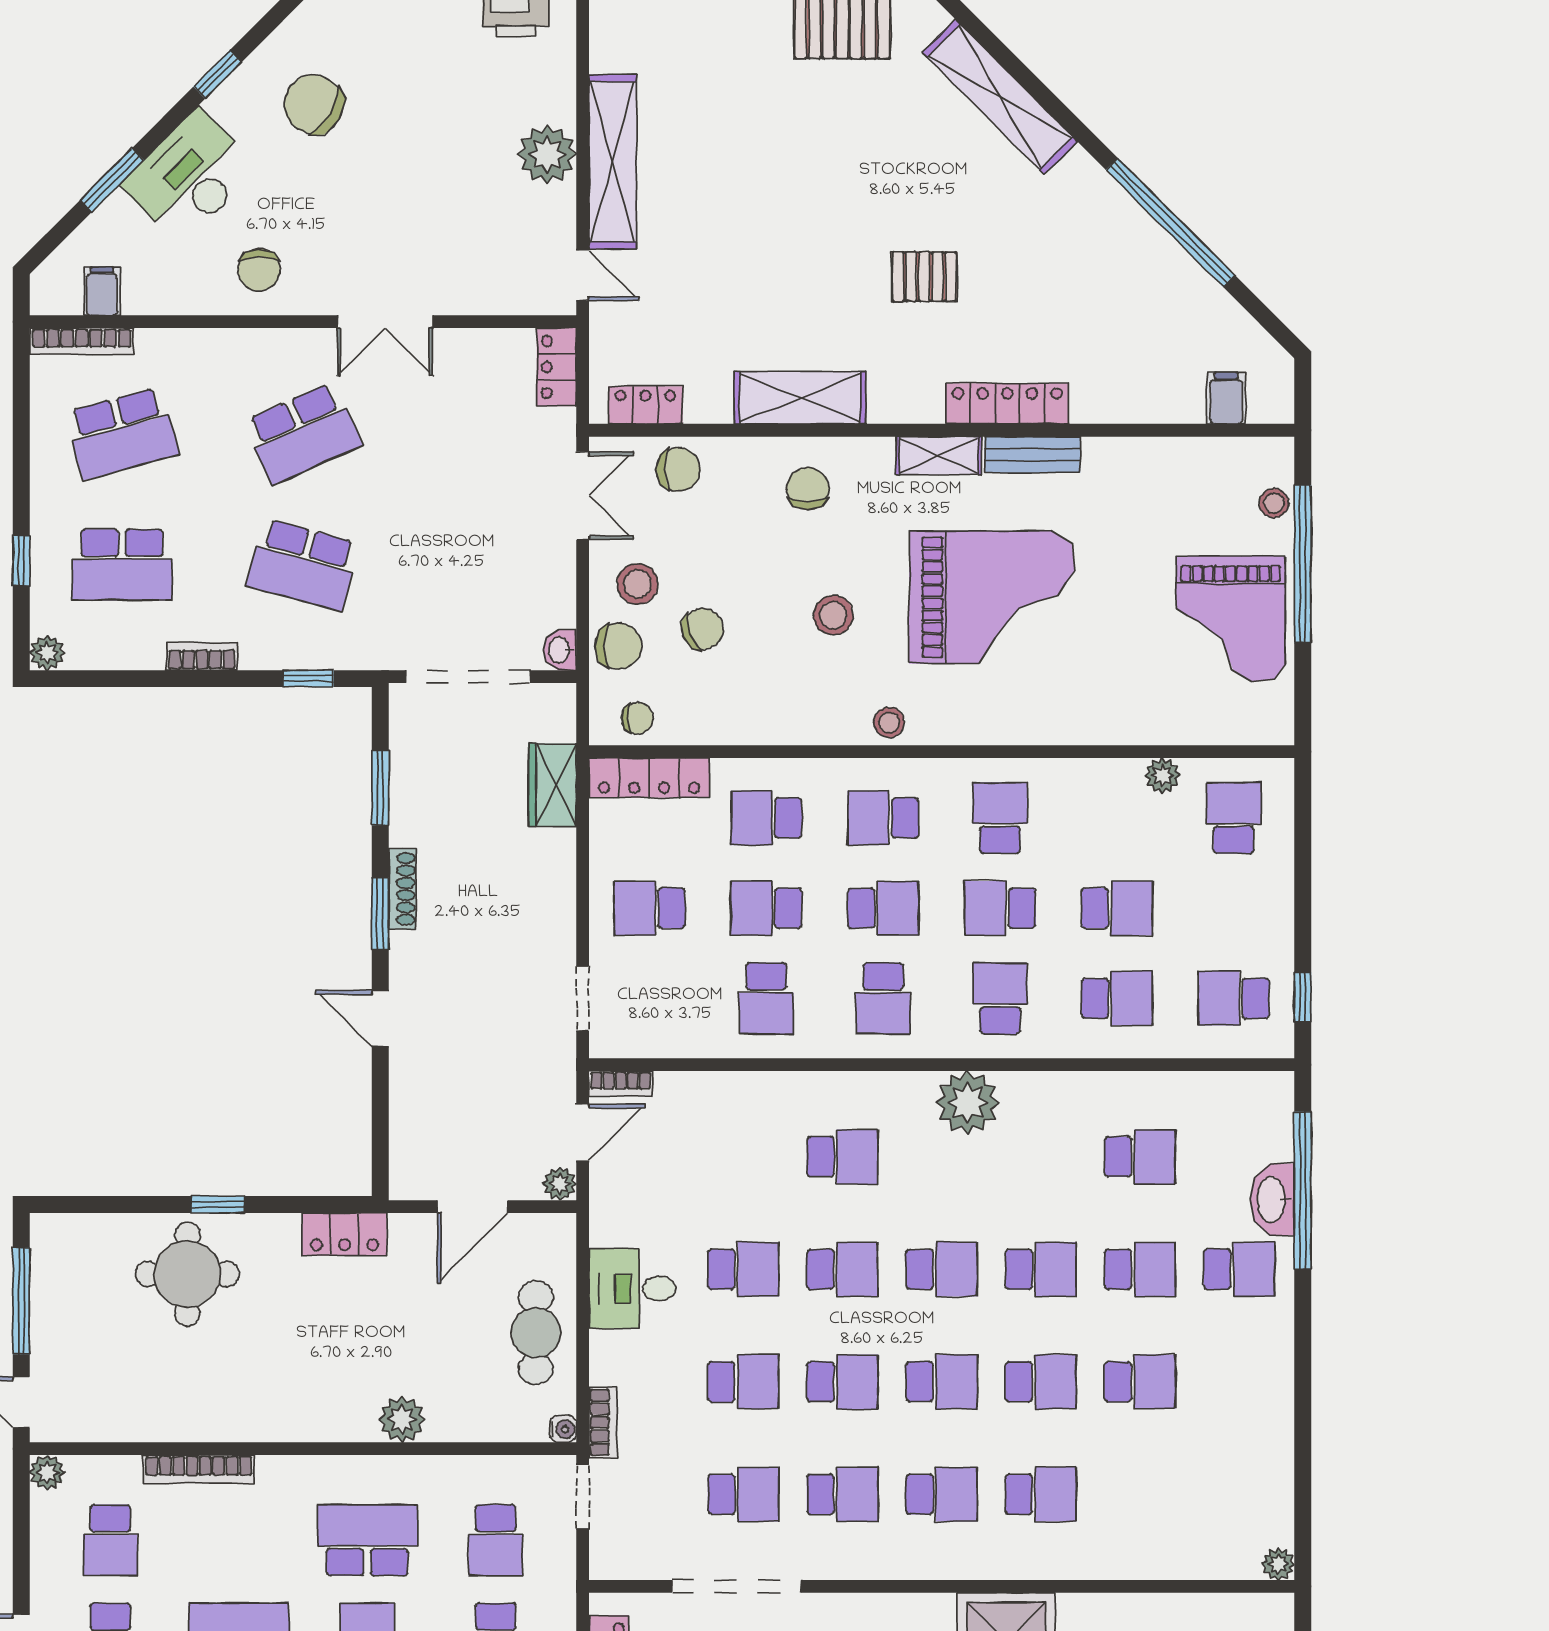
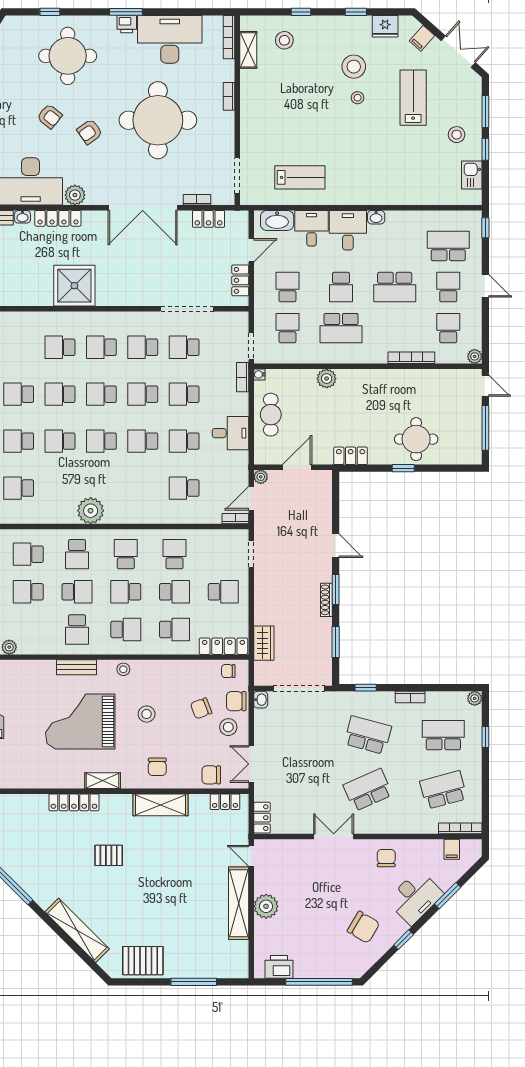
bench: (1032, 455) -> (76, 667), moved
school desk: (842, 1157) -> (184, 488), moved

